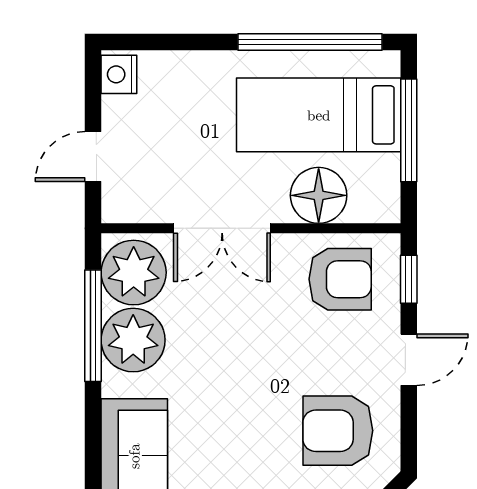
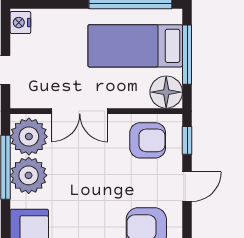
floor lamp: (319, 195) -> (166, 92), moved

